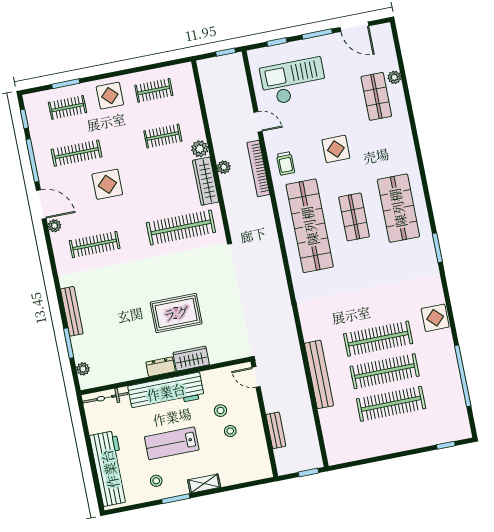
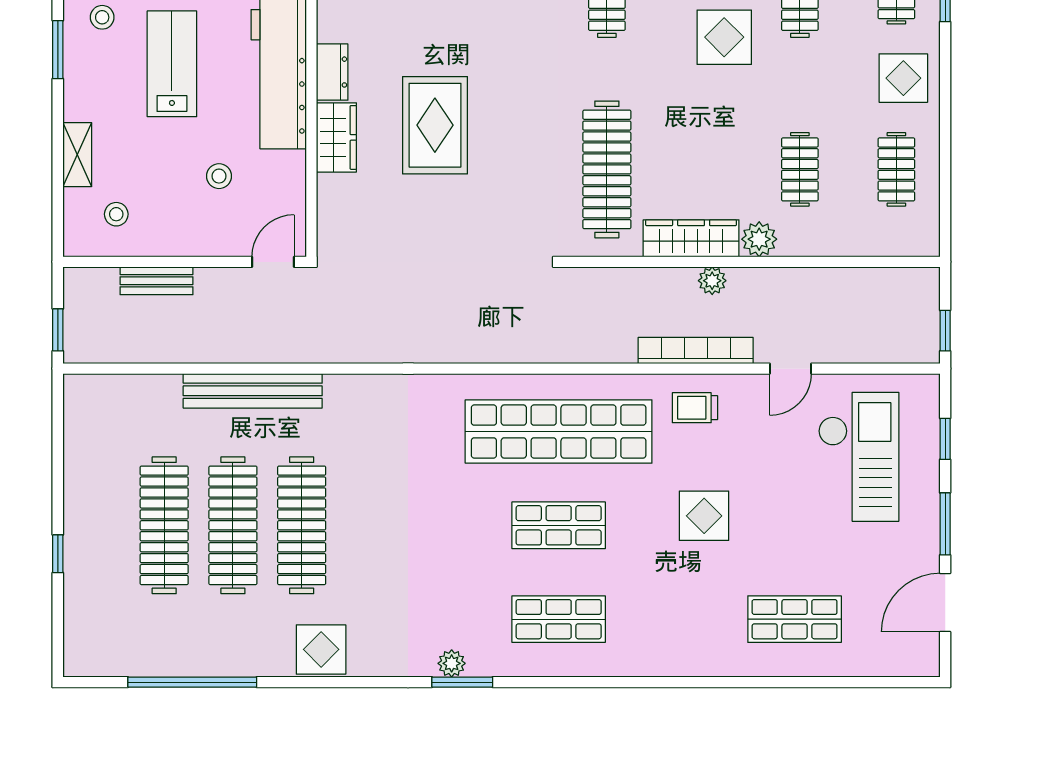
plant: (394, 77) -> (452, 663), moved
shop shelf: (398, 208) -> (559, 619), width x0.70, depth x0.74
stool: (230, 431) -> (116, 214), moved
window: (446, 445) -> (58, 554), moved
shelving: (204, 484) -> (77, 155), moved

